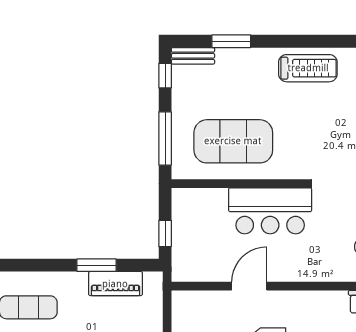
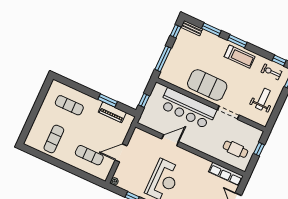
window: (290, 41) -> (237, 41), added
exercise mat: (233, 141) -> (207, 85), moved
bar counter: (270, 211) -> (188, 108), width x1.36

